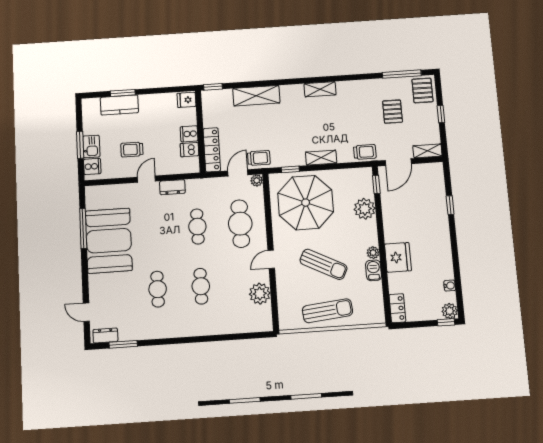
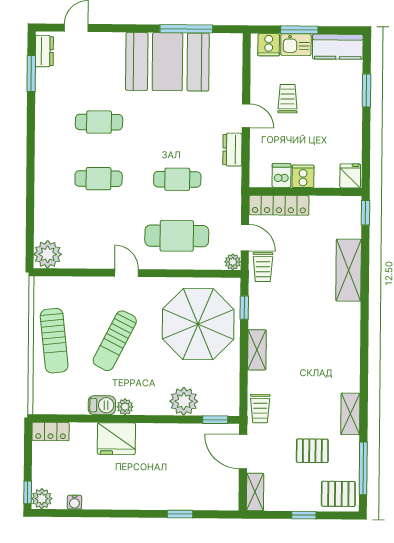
shelving: (320, 89) -> (350, 414), moved
kitchen counter: (119, 105) -> (338, 47), moved, turned -90
plant: (260, 294) -> (48, 254), moved

